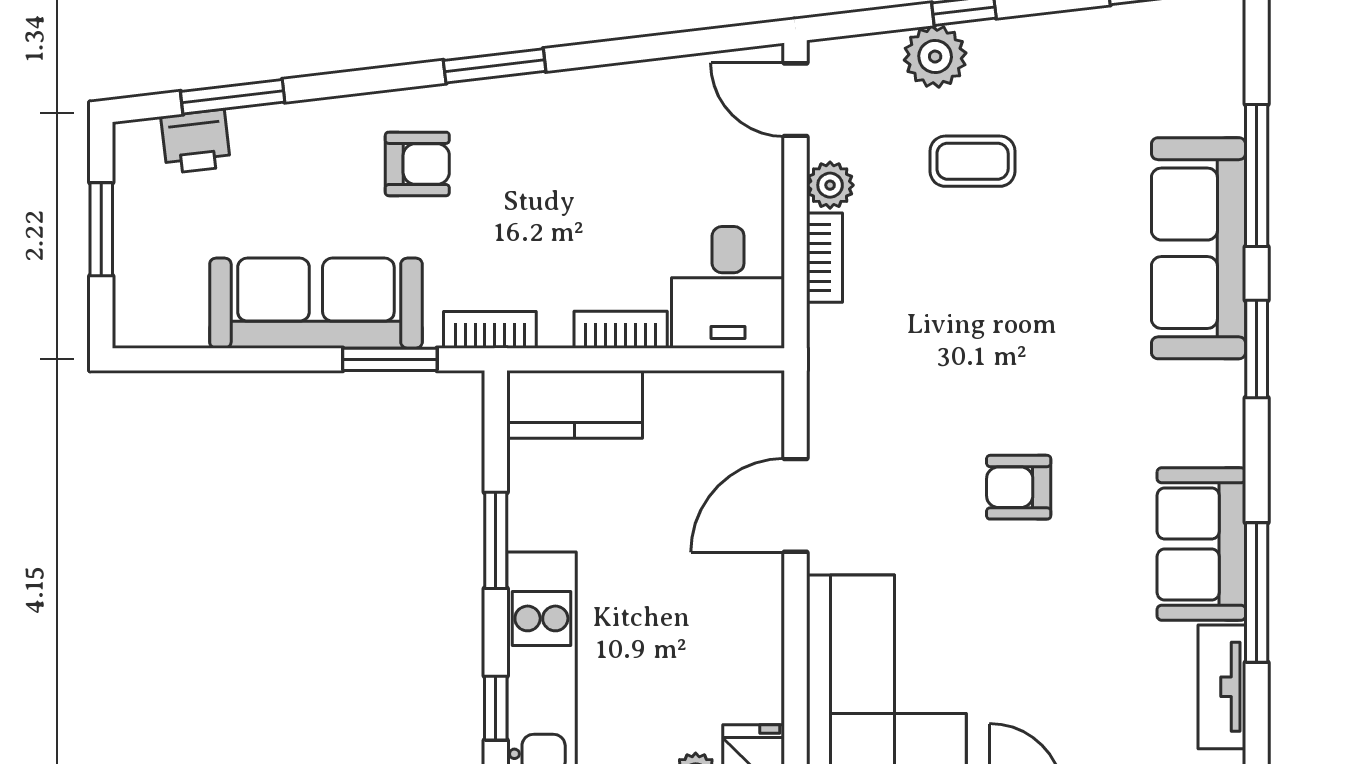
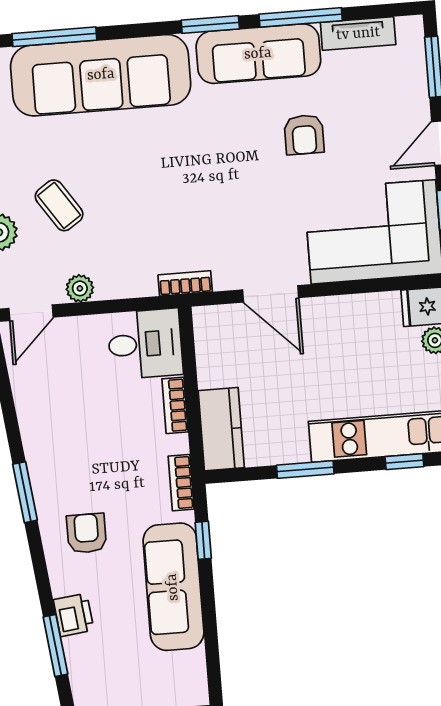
printer: (196, 141) -> (74, 615), moved
coffee table: (973, 161) -> (59, 205), turned -34
sofa: (1199, 248) -> (101, 75), width x1.36, depth x1.27
bookcase: (825, 258) -> (185, 283), moved
window: (1257, 349) -> (210, 25), moved
window: (390, 359) -> (203, 540), width x0.67
armchair: (1019, 487) -> (304, 135), moved
sofa: (1201, 544) -> (258, 54), width x1.36

